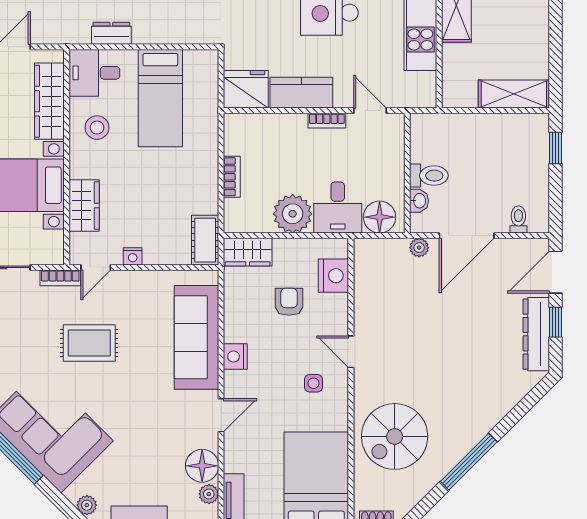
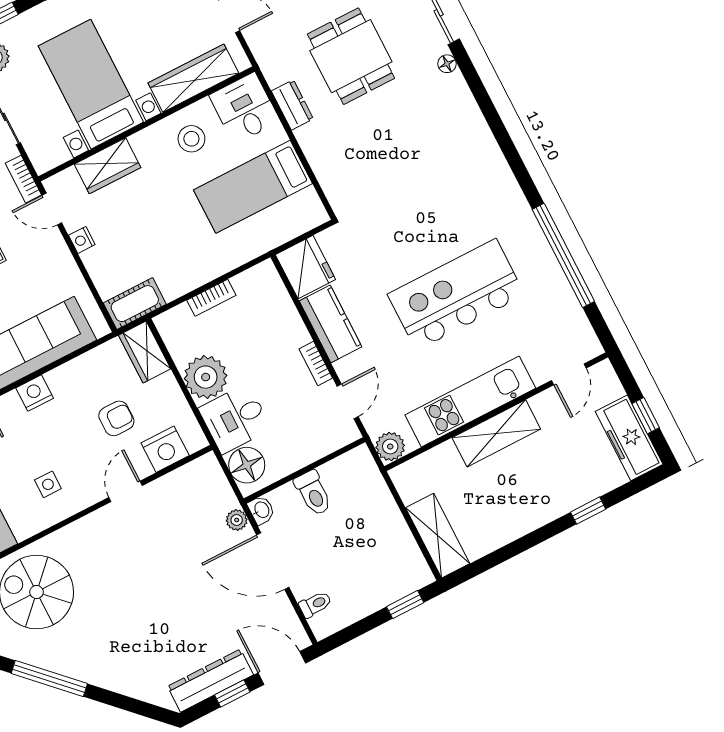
plant: (423, 95) -> (390, 446), added
washbasin: (419, 201) -> (261, 510), moved, turned -90
door: (351, 352) -> (126, 491), moved

